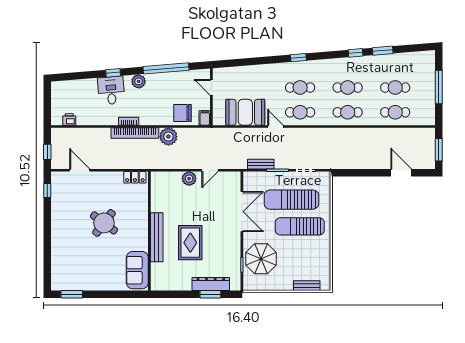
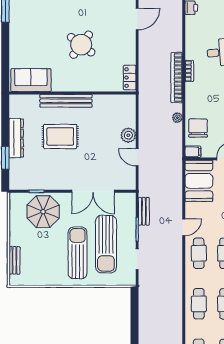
booth: (245, 112) -> (199, 181), moved
plant: (168, 137) -> (177, 118), width x0.53, depth x0.53
sun lounger: (291, 200) -> (106, 244), turned 180
dresser: (211, 284) -> (16, 138), moved

